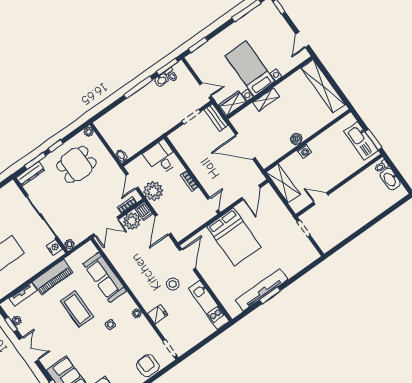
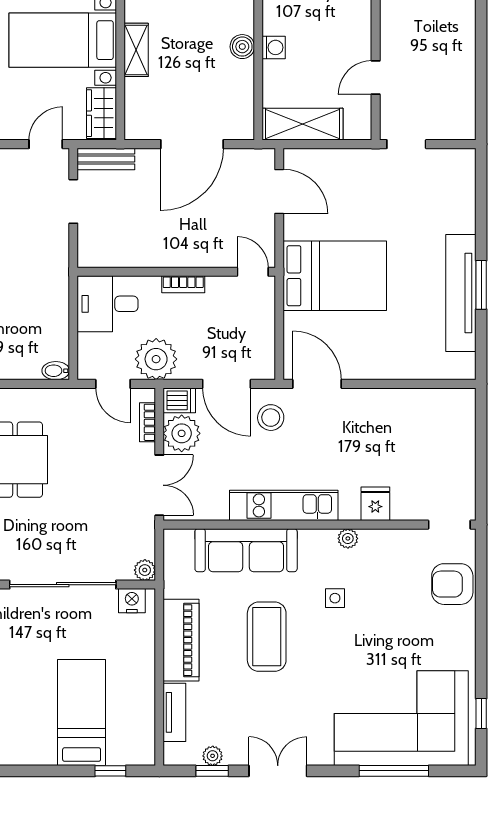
stool: (173, 284) -> (271, 418), moved
kitchen unit: (209, 305) -> (284, 505), moved, turned 180
coffee table: (77, 309) -> (267, 637), turned 90

